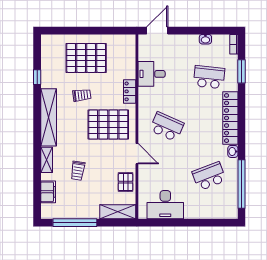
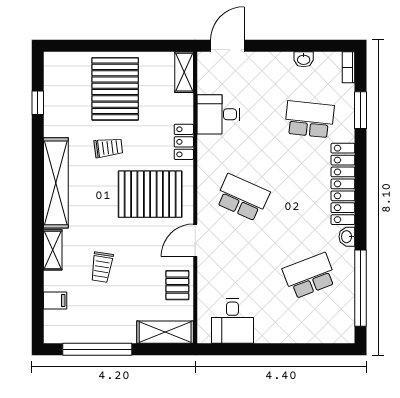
shelving: (130, 47) -> (184, 72), added
pallet: (86, 58) -> (115, 89), turned 90
window: (37, 77) -> (38, 103), moved
door: (137, 154) -> (195, 240), swing flipped
filing cabinet: (48, 192) -> (55, 301), width x0.50
desk: (165, 205) -> (232, 321), width x0.73

